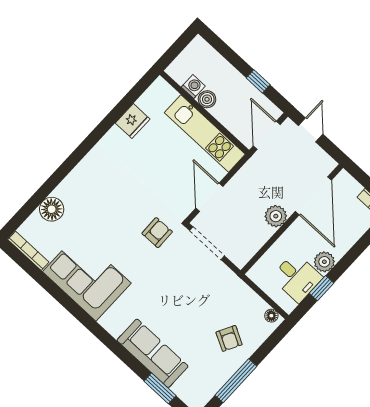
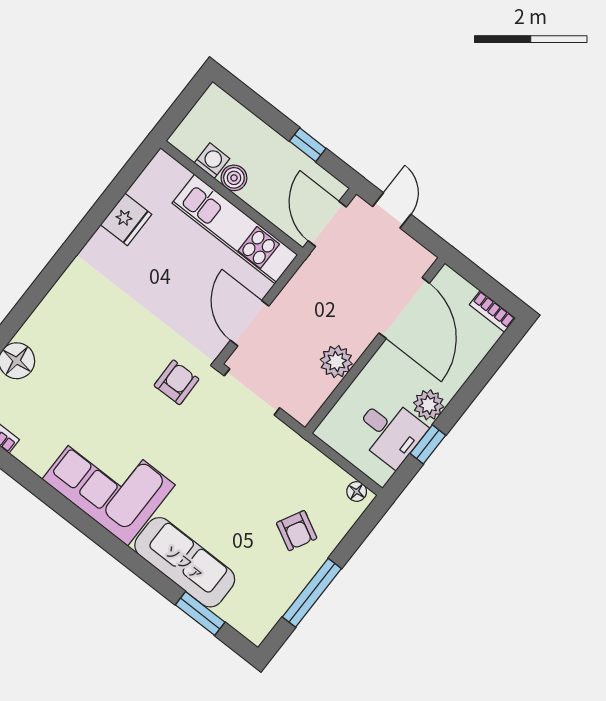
plant: (276, 216) -> (336, 362), moved
corner sofa: (87, 277) -> (109, 482), moved

